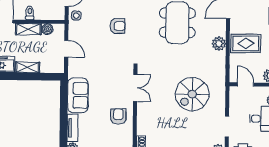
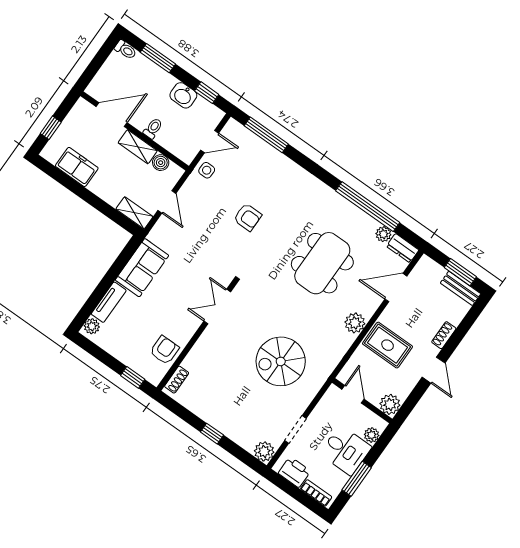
shelving: (27, 67) -> (134, 213), moved
double door: (135, 88) -> (217, 306), swing flipped
armchair: (118, 116) -> (164, 350), moved

